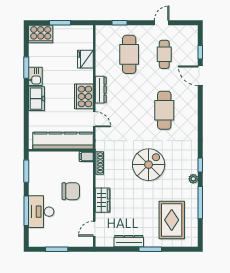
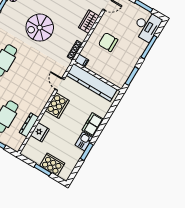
cooker: (41, 34) -> (52, 164), moved
dresser: (101, 90) -> (29, 125), moved
desk: (41, 212) -> (147, 26), moved

